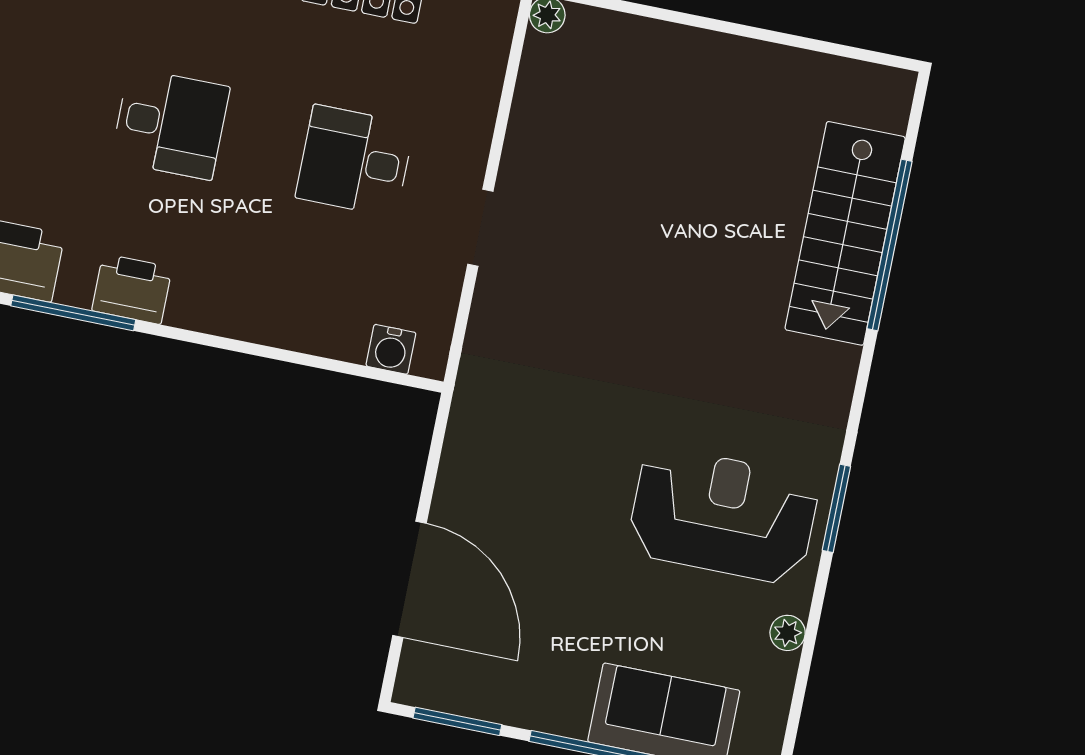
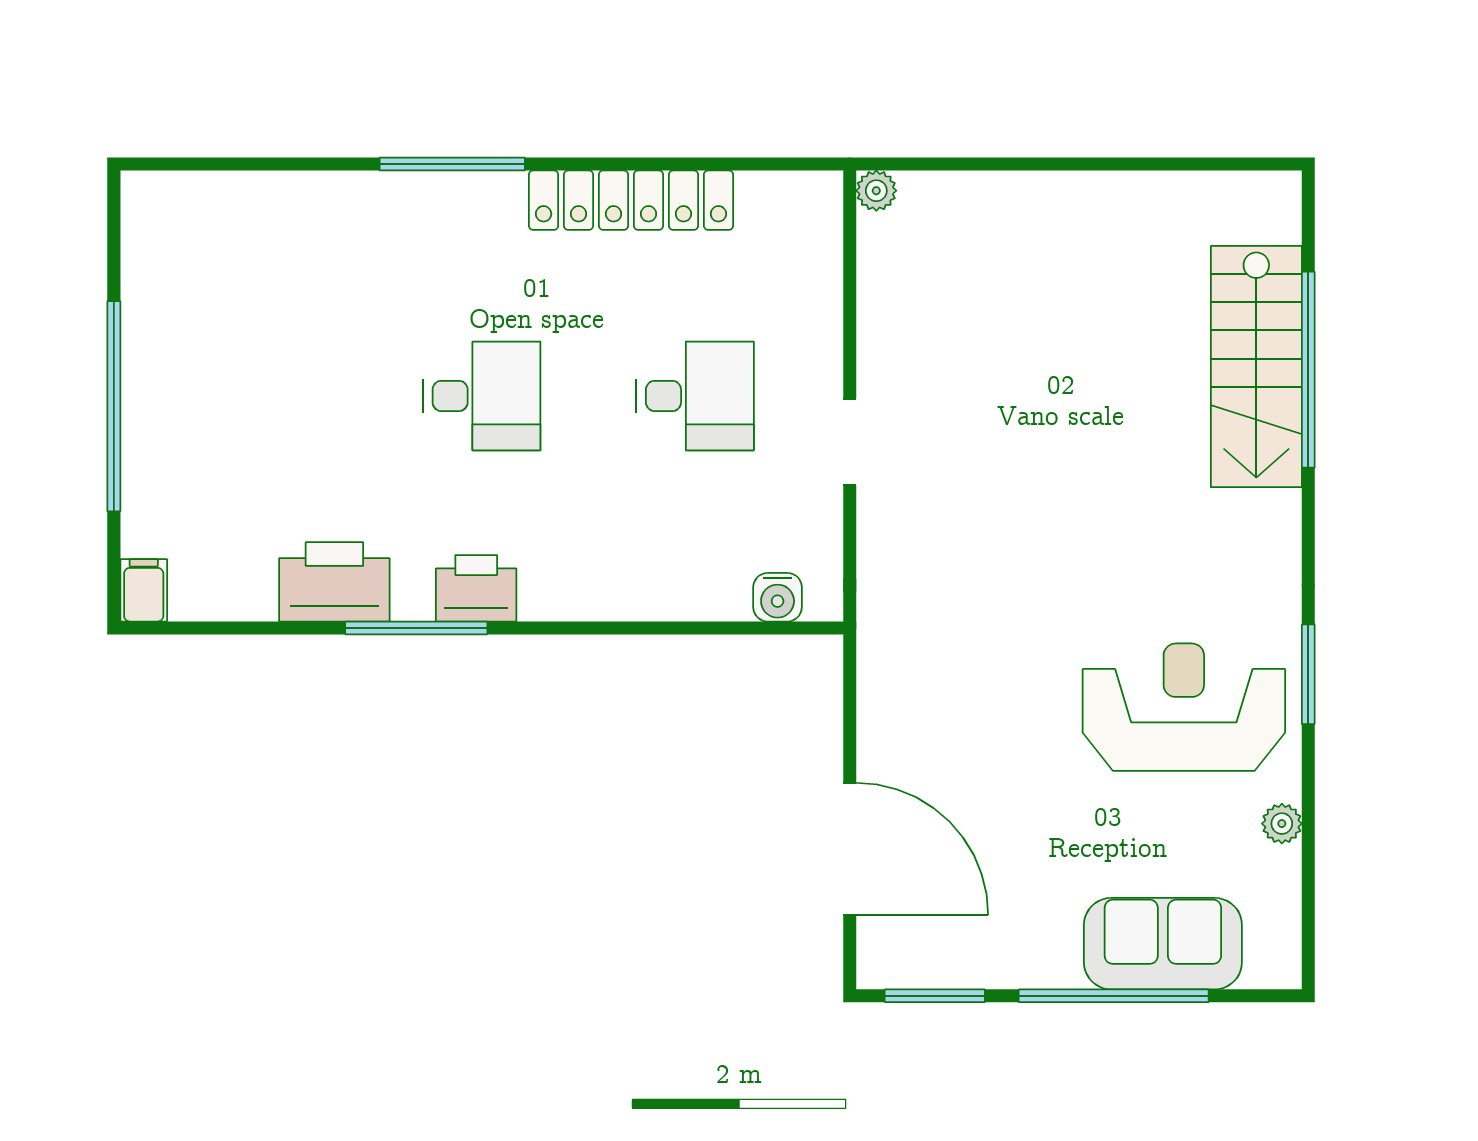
desk: (355, 161) -> (695, 396), turned 180

